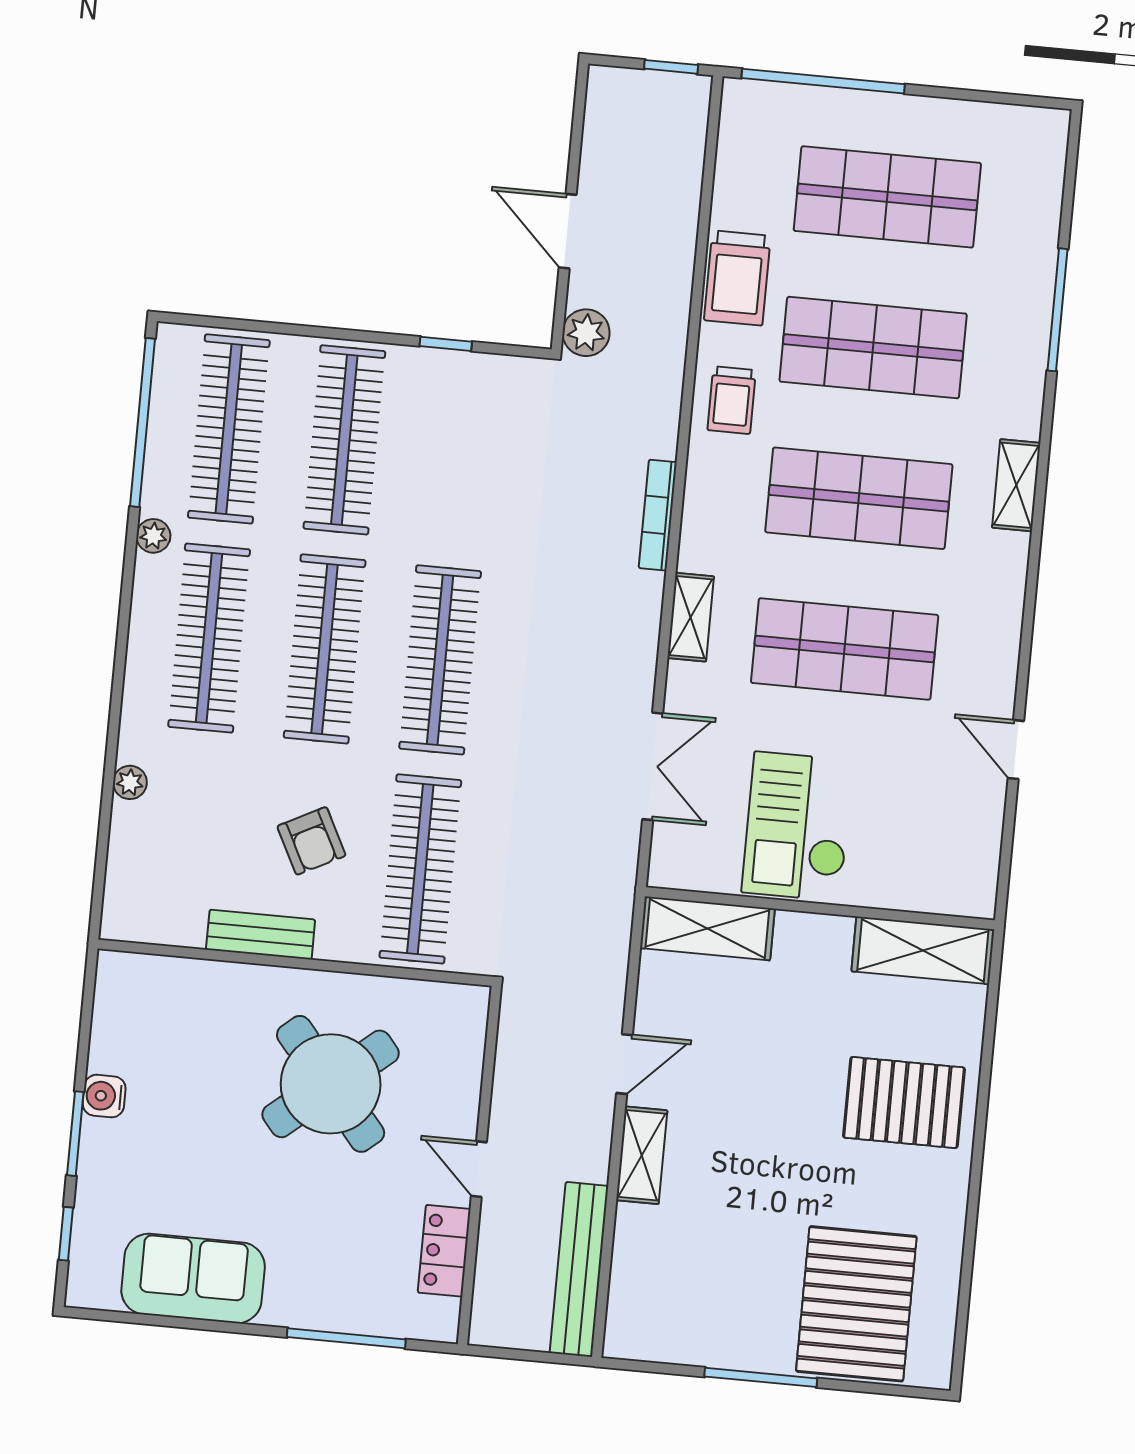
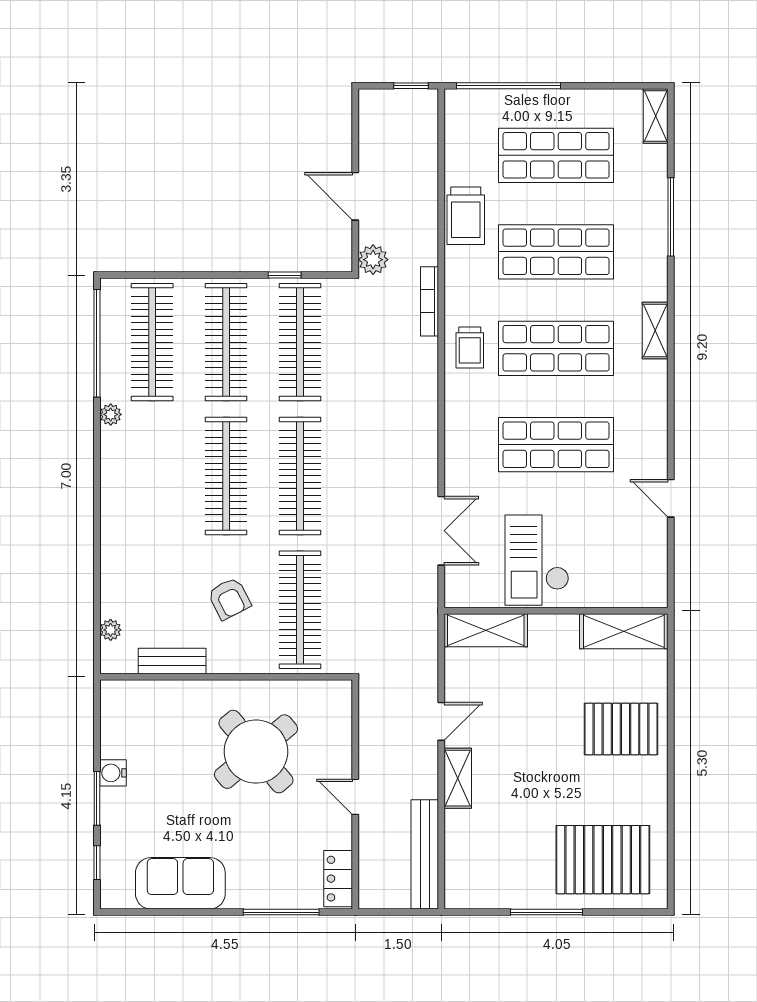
trolley: (732, 400) -> (470, 347), moved
bookcase: (658, 515) -> (430, 301), moved
shelving: (691, 617) -> (656, 116), moved
clothes rail: (209, 638) -> (300, 342), moved
plant: (130, 782) -> (111, 630), moved
bench: (261, 935) -> (172, 661), moved
locker: (444, 1251) -> (338, 879), moved
pallet: (856, 1304) -> (603, 860), turned 90

